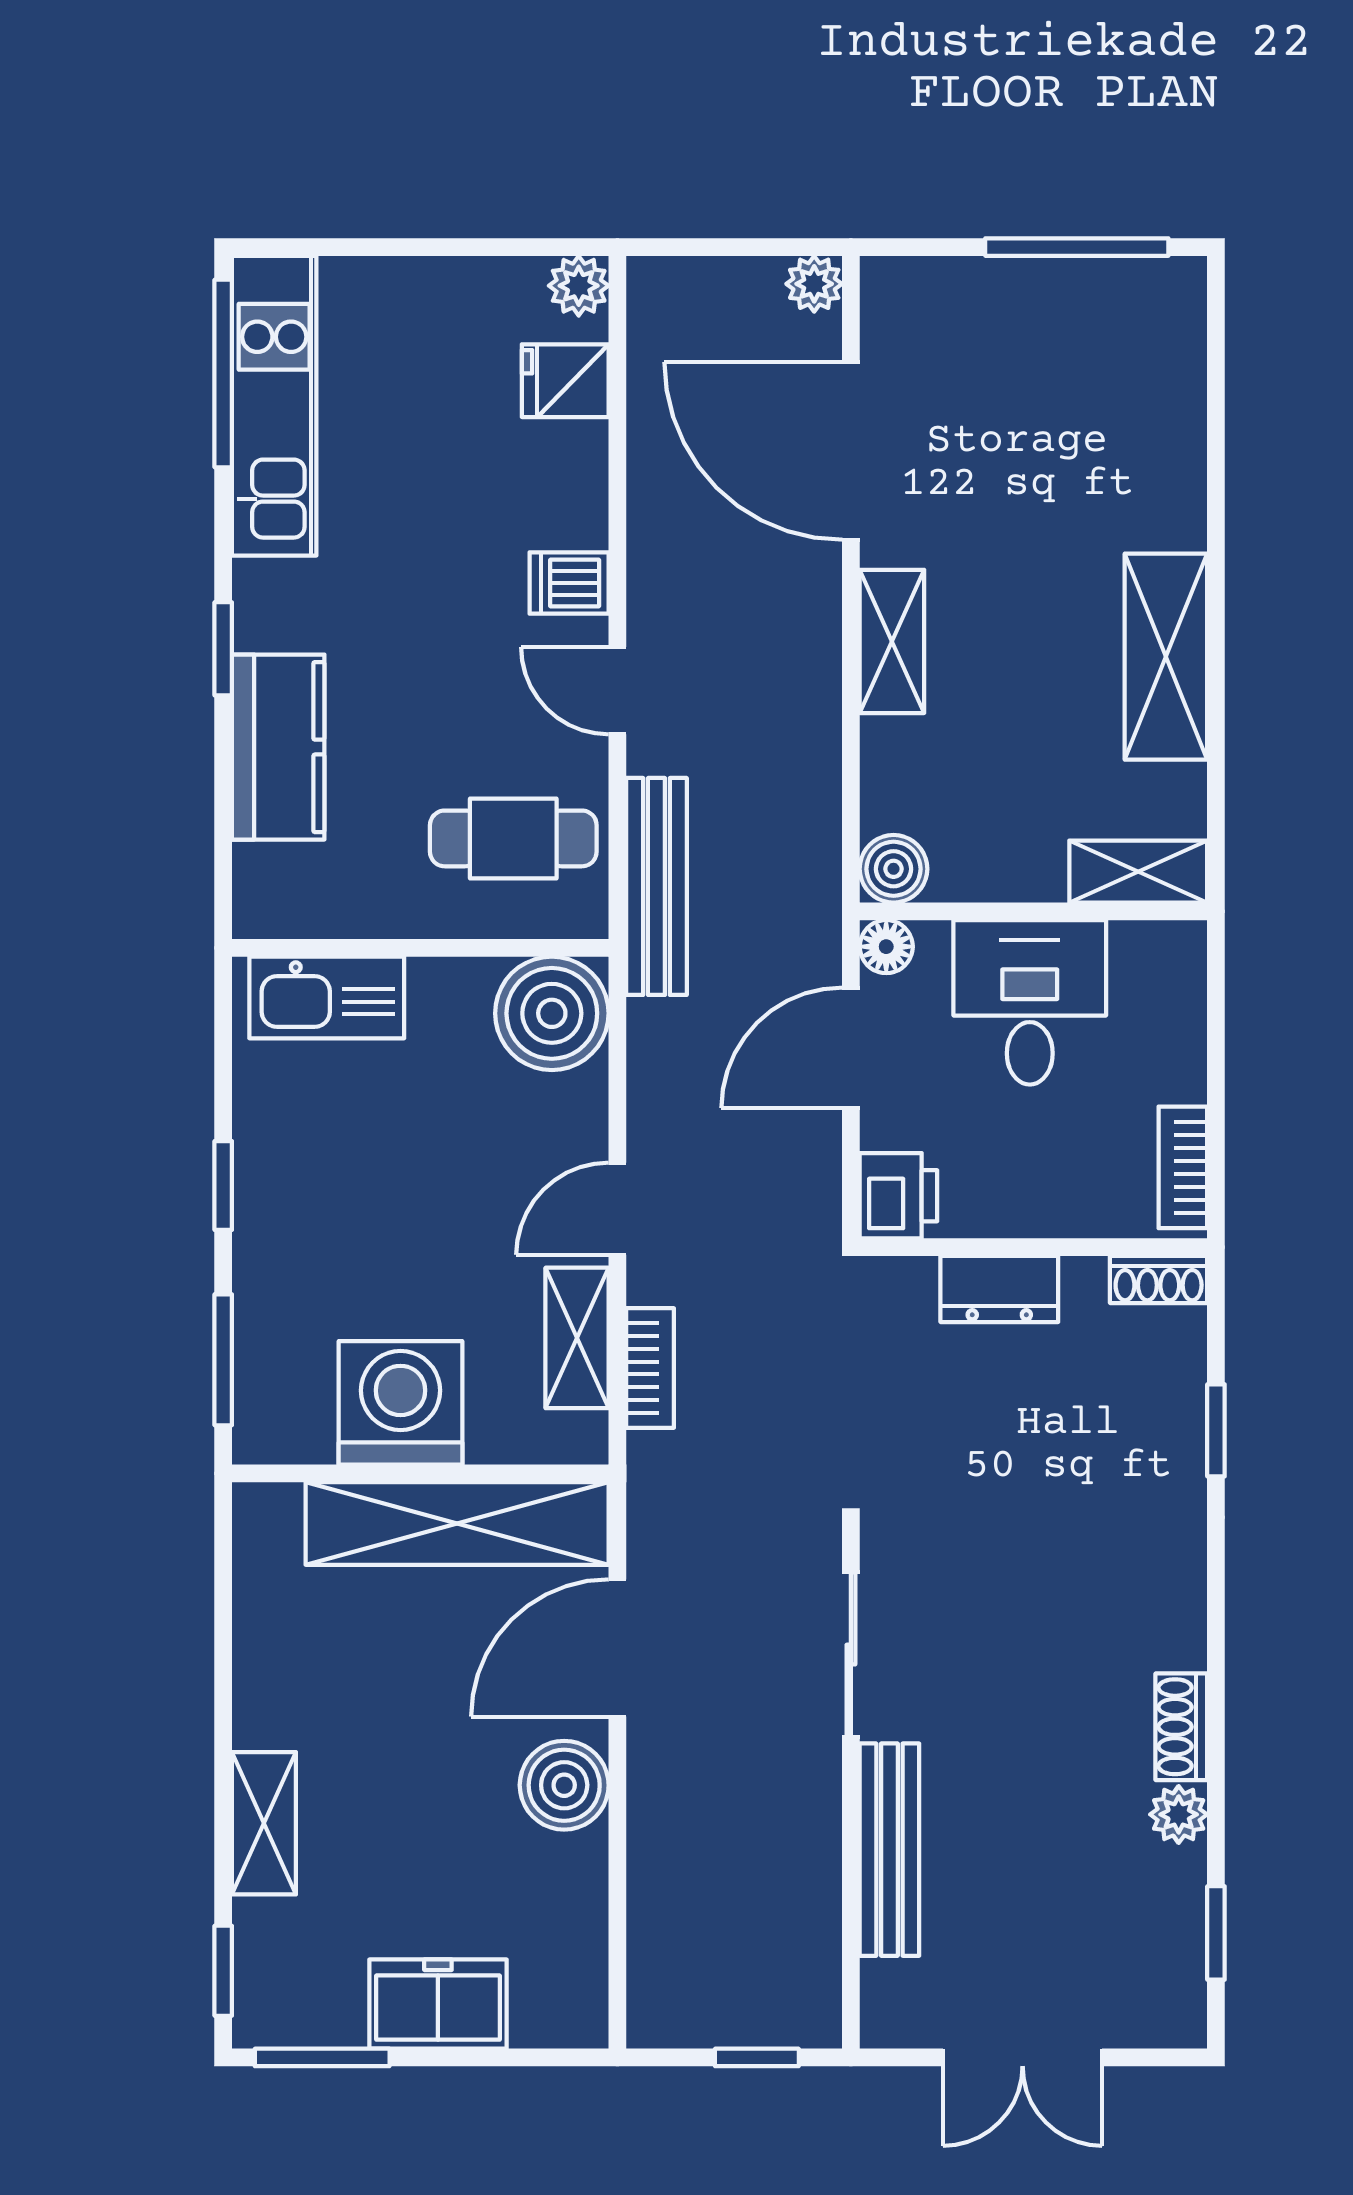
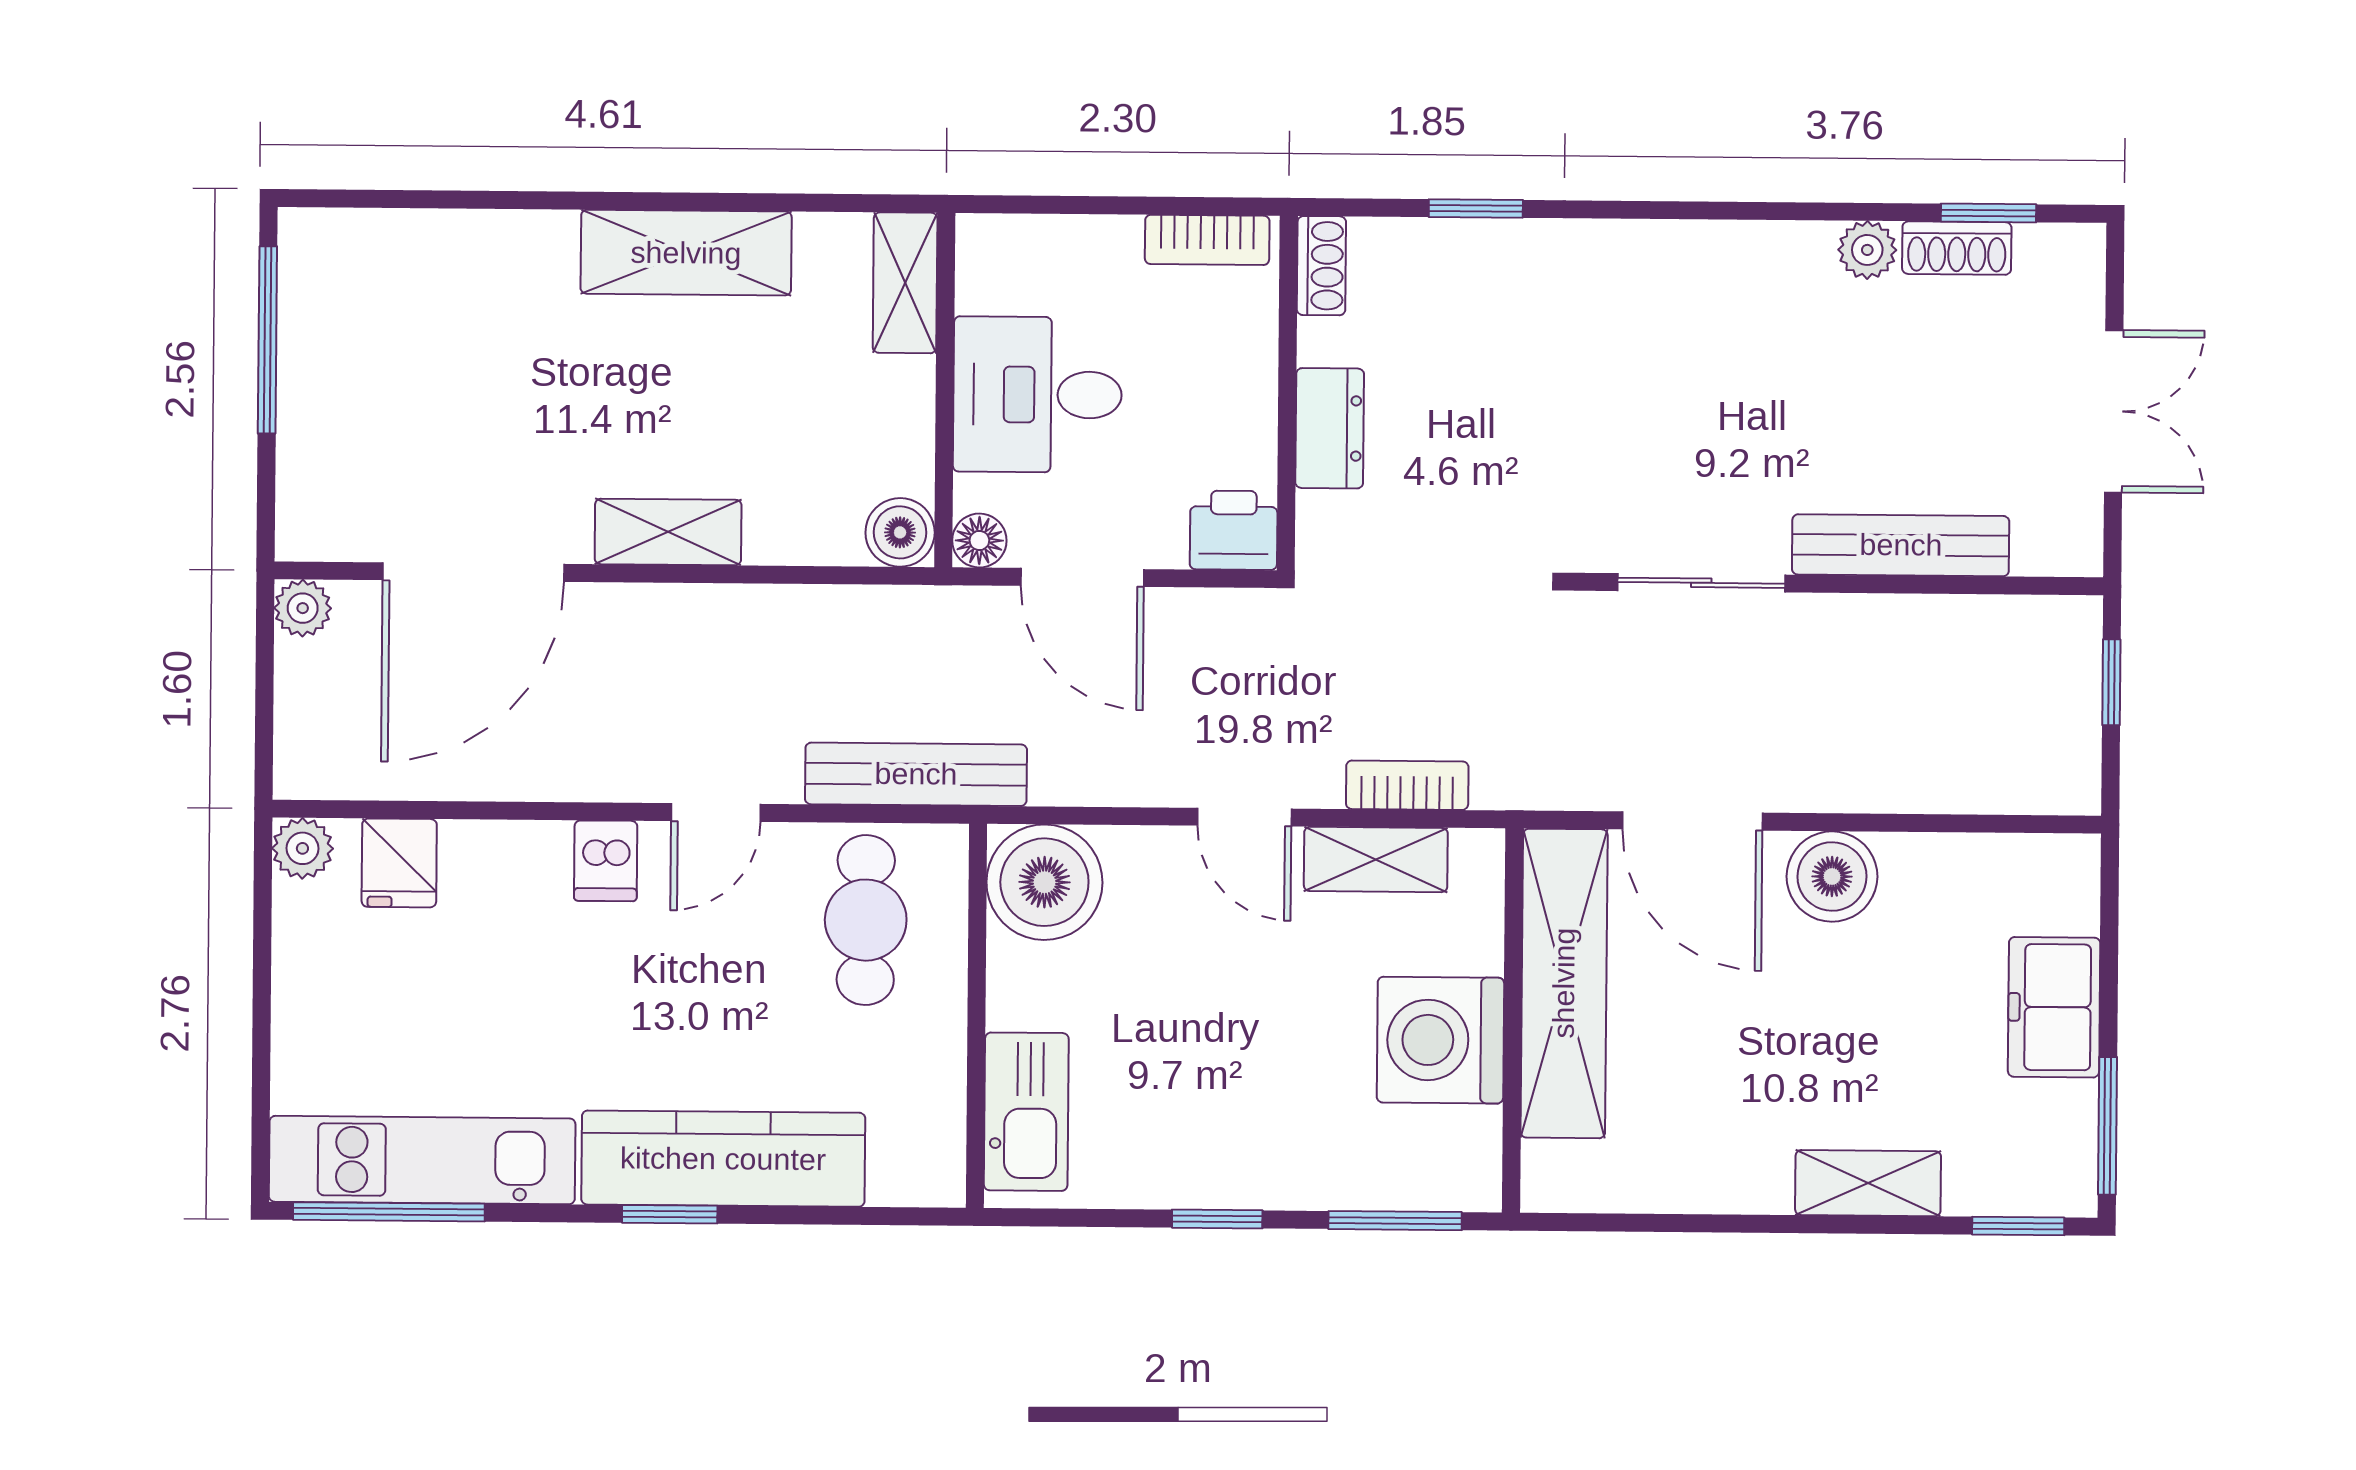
kitchen counter: (278, 747) -> (723, 1159), width x1.50
shoe rack: (1181, 1727) -> (1957, 248), moved

